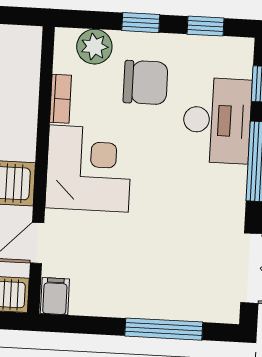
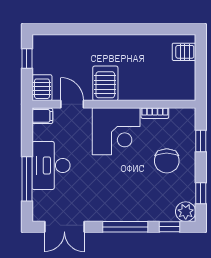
window: (141, 23) -> (201, 141), moved
plant: (94, 47) -> (186, 212), moved
desk: (217, 120) -> (51, 165), moved, turned 90

